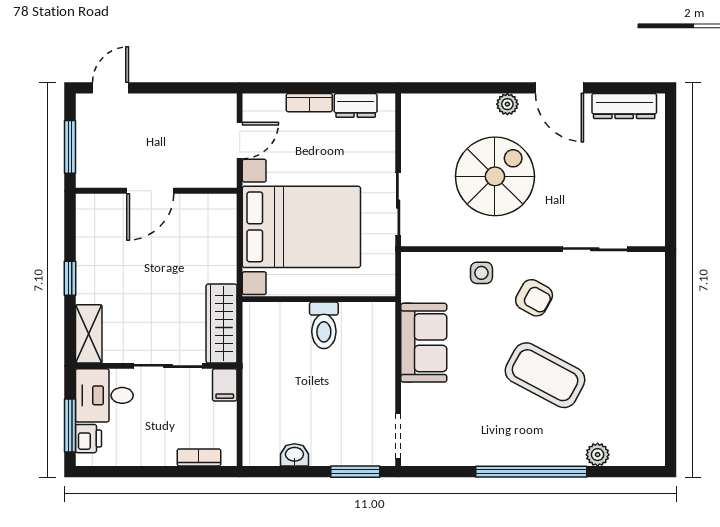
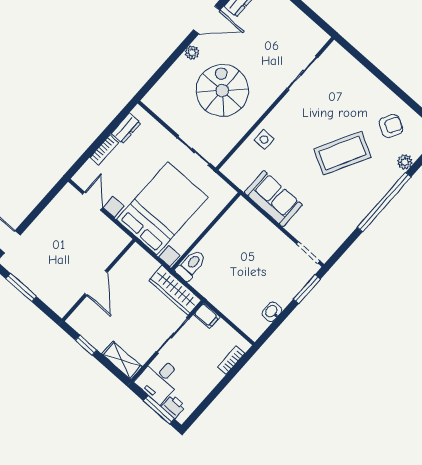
door: (150, 191) -> (96, 283), moved
wall: (156, 191) -> (99, 280), moved
armchair: (534, 298) -> (391, 126), moved
toilet: (324, 325) -> (191, 265), moved, turned -90

